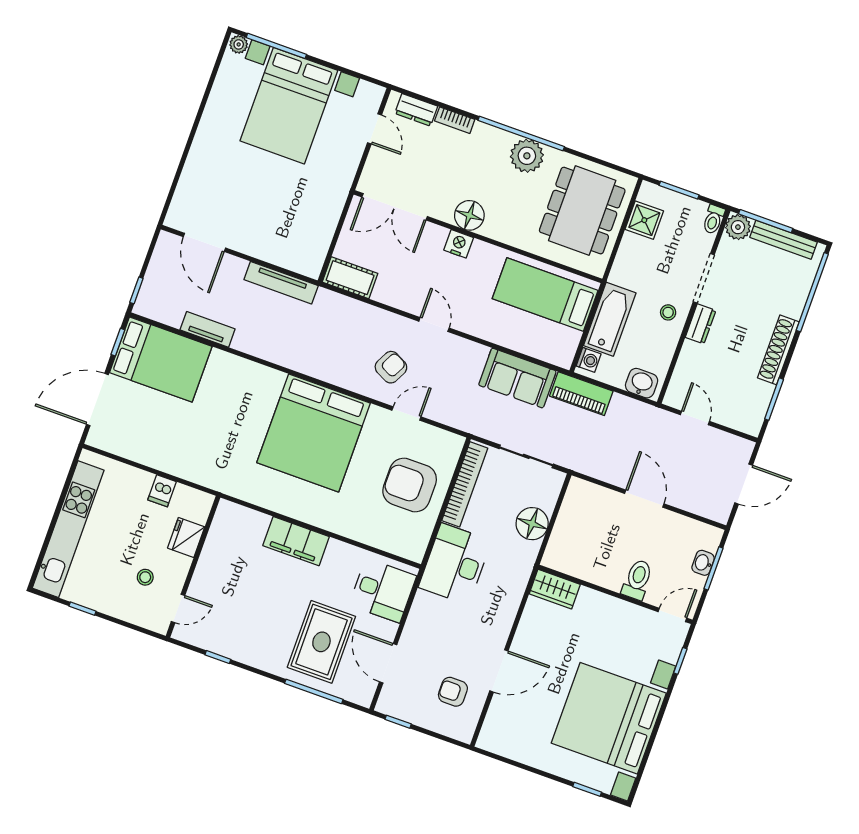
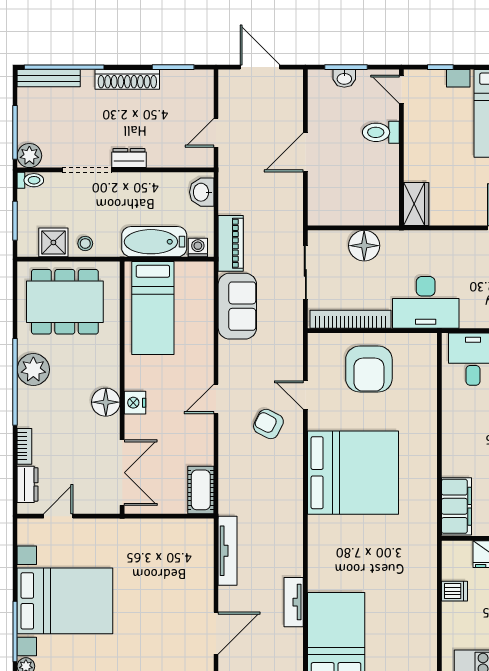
bench: (784, 240) -> (49, 78), moved, turned 90
stool: (668, 312) -> (85, 243), moved
filing cabinet: (296, 541) -> (456, 506), moved

